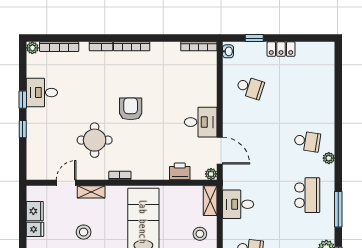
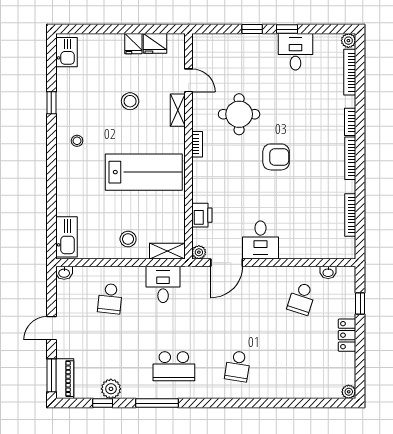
bookcase: (199, 46) -> (350, 215), moved
washbasin: (228, 51) -> (328, 272), moved
plant: (329, 158) -> (349, 392), moved

